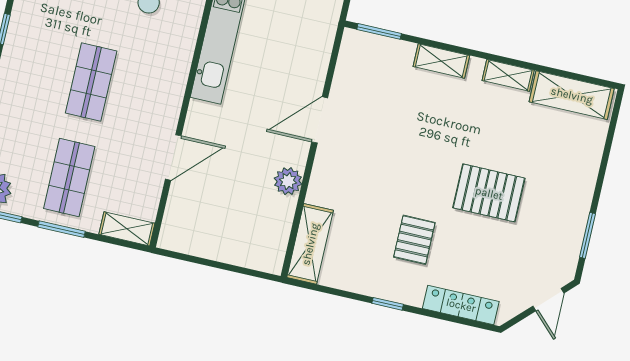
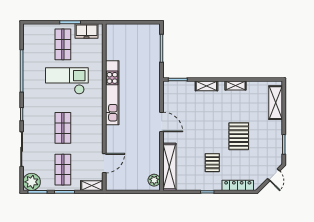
shelving: (572, 95) -> (276, 103), moved, turned 90
door: (320, 120) -> (162, 122), swing flipped
door: (173, 157) -> (104, 163), moved
plant: (288, 181) -> (154, 180), moved
pallet: (489, 193) -> (239, 136), turned 90
shelving: (310, 244) -> (169, 167), width x1.47

